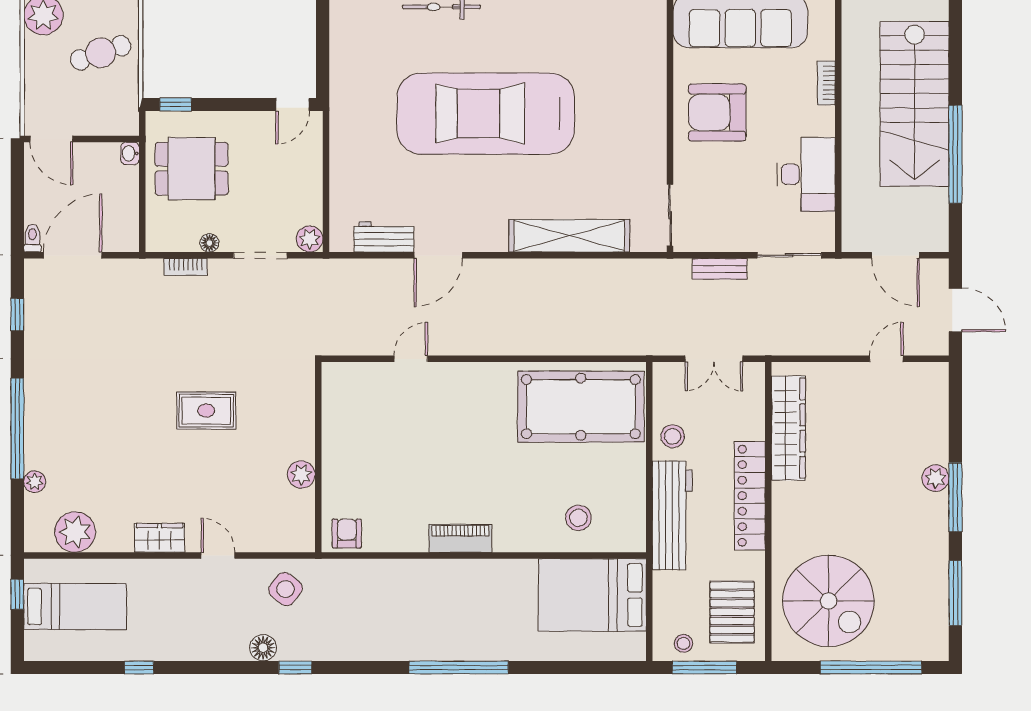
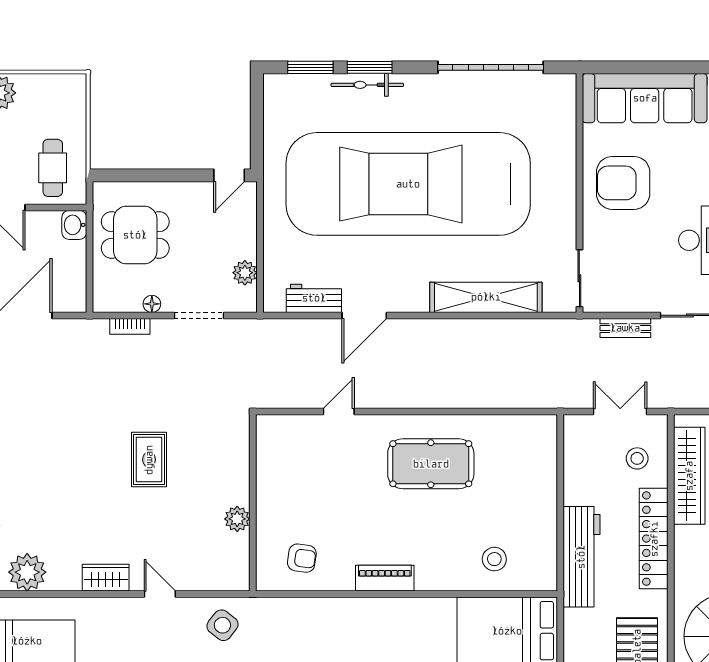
cafe table: (101, 53) -> (53, 168), moved, turned -71
window: (176, 105) -> (120, 175), removed
car: (486, 114) -> (408, 184), width x1.36, depth x1.48
washbasin: (130, 153) -> (74, 225), width x1.38, depth x1.45
plant: (310, 239) -> (245, 273), moved
double door: (714, 359) -> (620, 412), swing flipped
pool table: (581, 407) -> (431, 464), moved, width x0.73, depth x0.76
rug: (206, 411) -> (149, 460), turned 90
stool: (673, 436) -> (637, 458), moved
armchair: (347, 534) -> (302, 558), moved, turned 98

